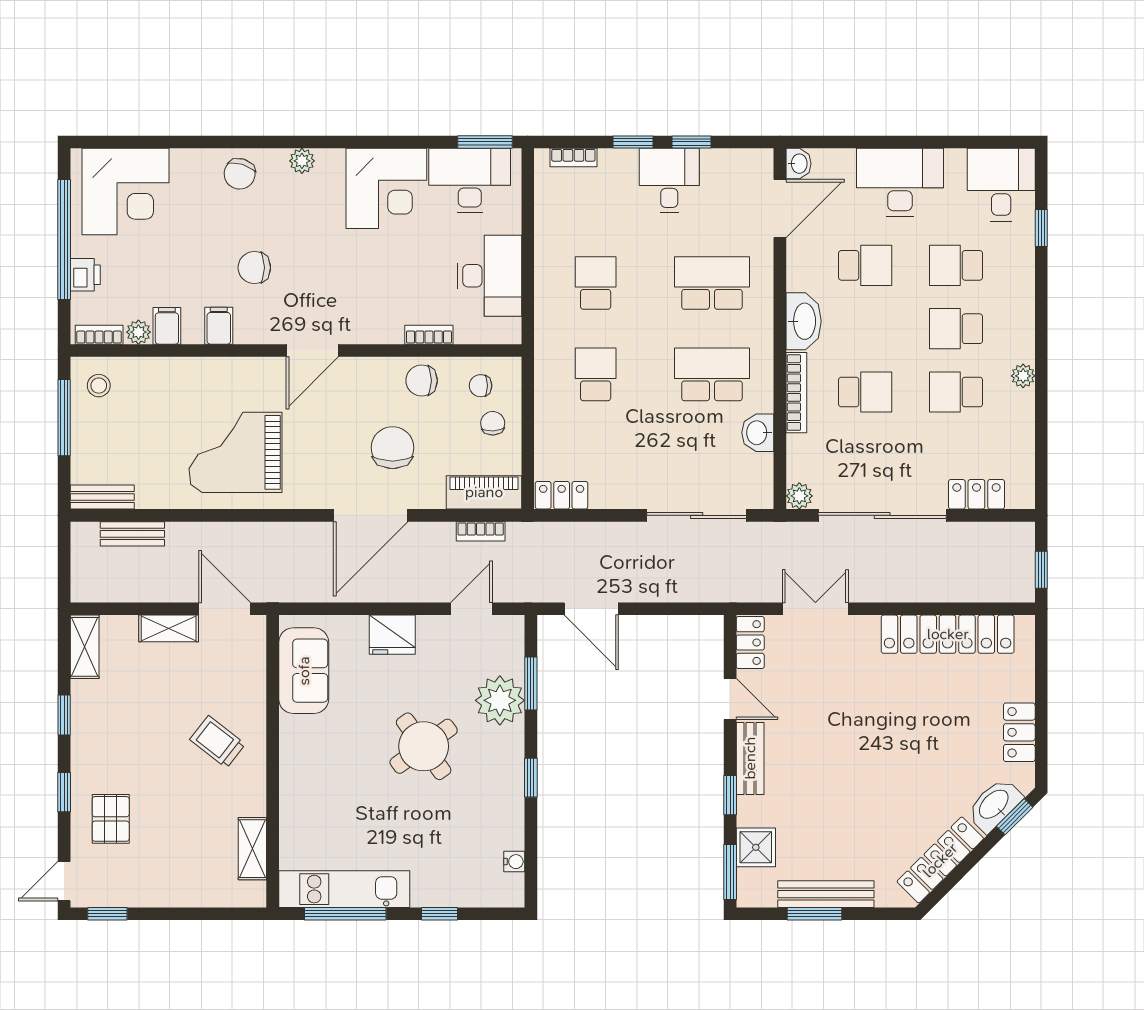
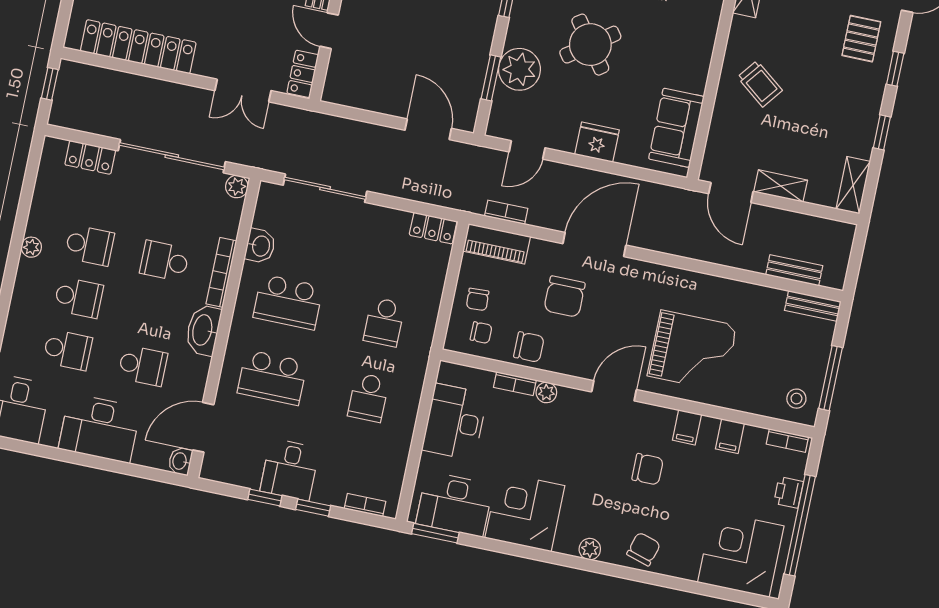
school desk: (865, 265) -> (143, 366), turned 180
plant: (138, 332) -> (546, 392), moved
grand piano: (236, 452) -> (692, 351), moved

